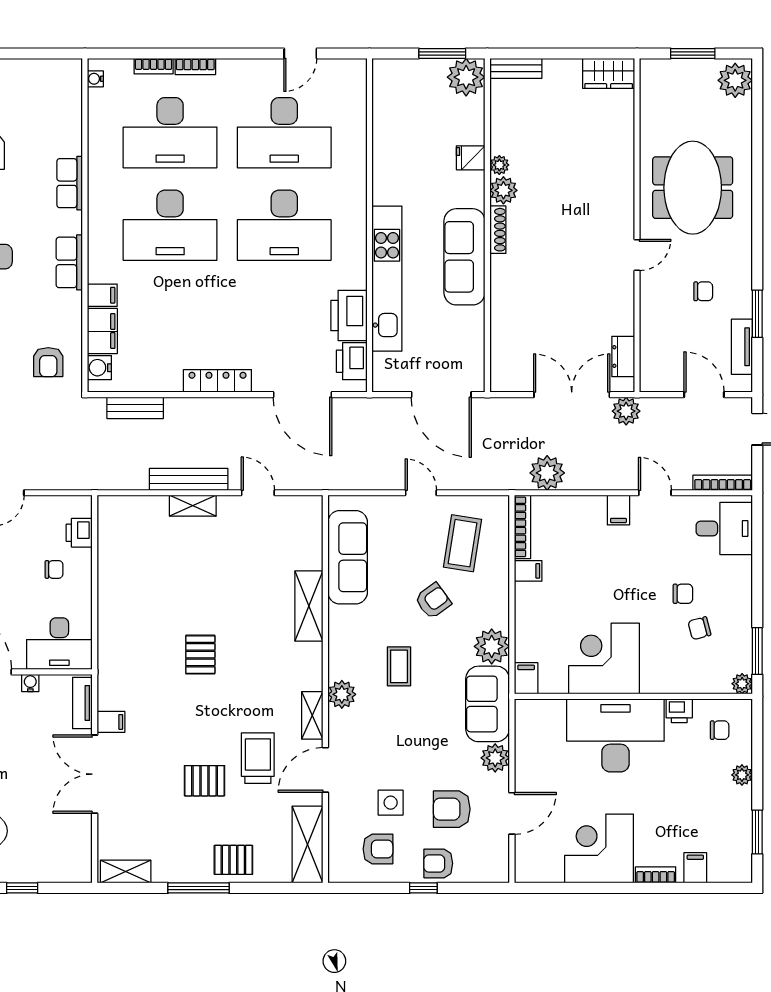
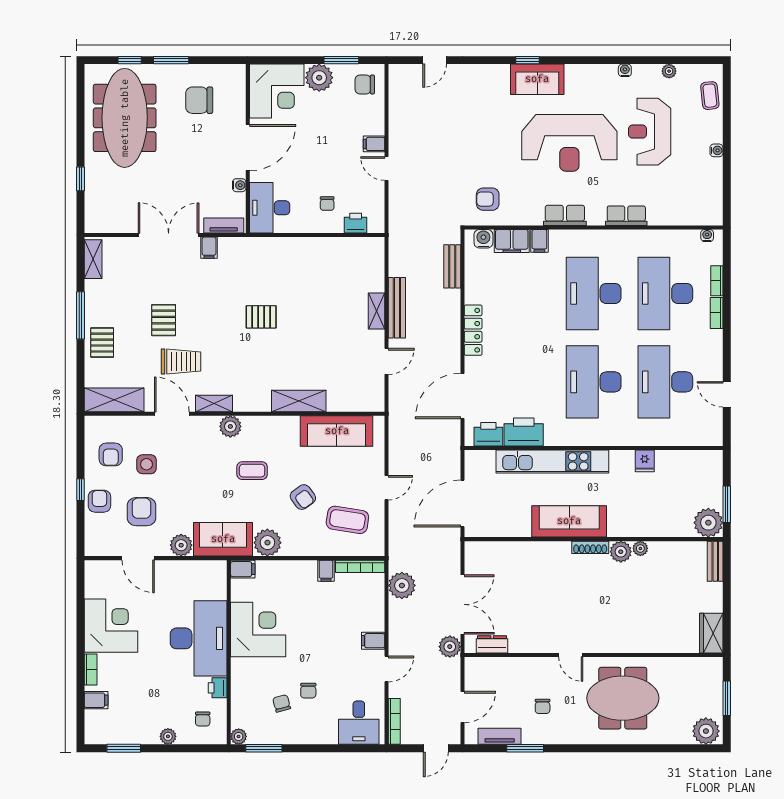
fridge: (471, 158) -> (645, 461), moved, turned 180

